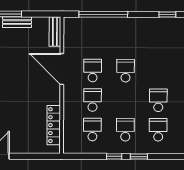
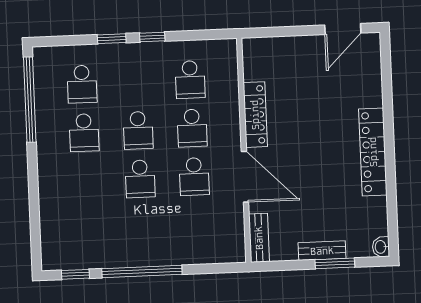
window: (103, 14) -> (142, 272), moved
locker: (54, 125) -> (255, 115), moved
school desk: (125, 130) -> (138, 130), moved

